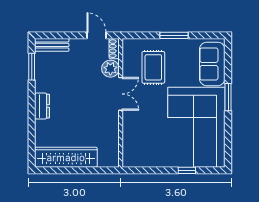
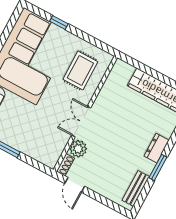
bench: (52, 45) -> (136, 188), moved, turned 90
window: (32, 67) -> (158, 168), moved
rug: (153, 67) -> (80, 70), moved

